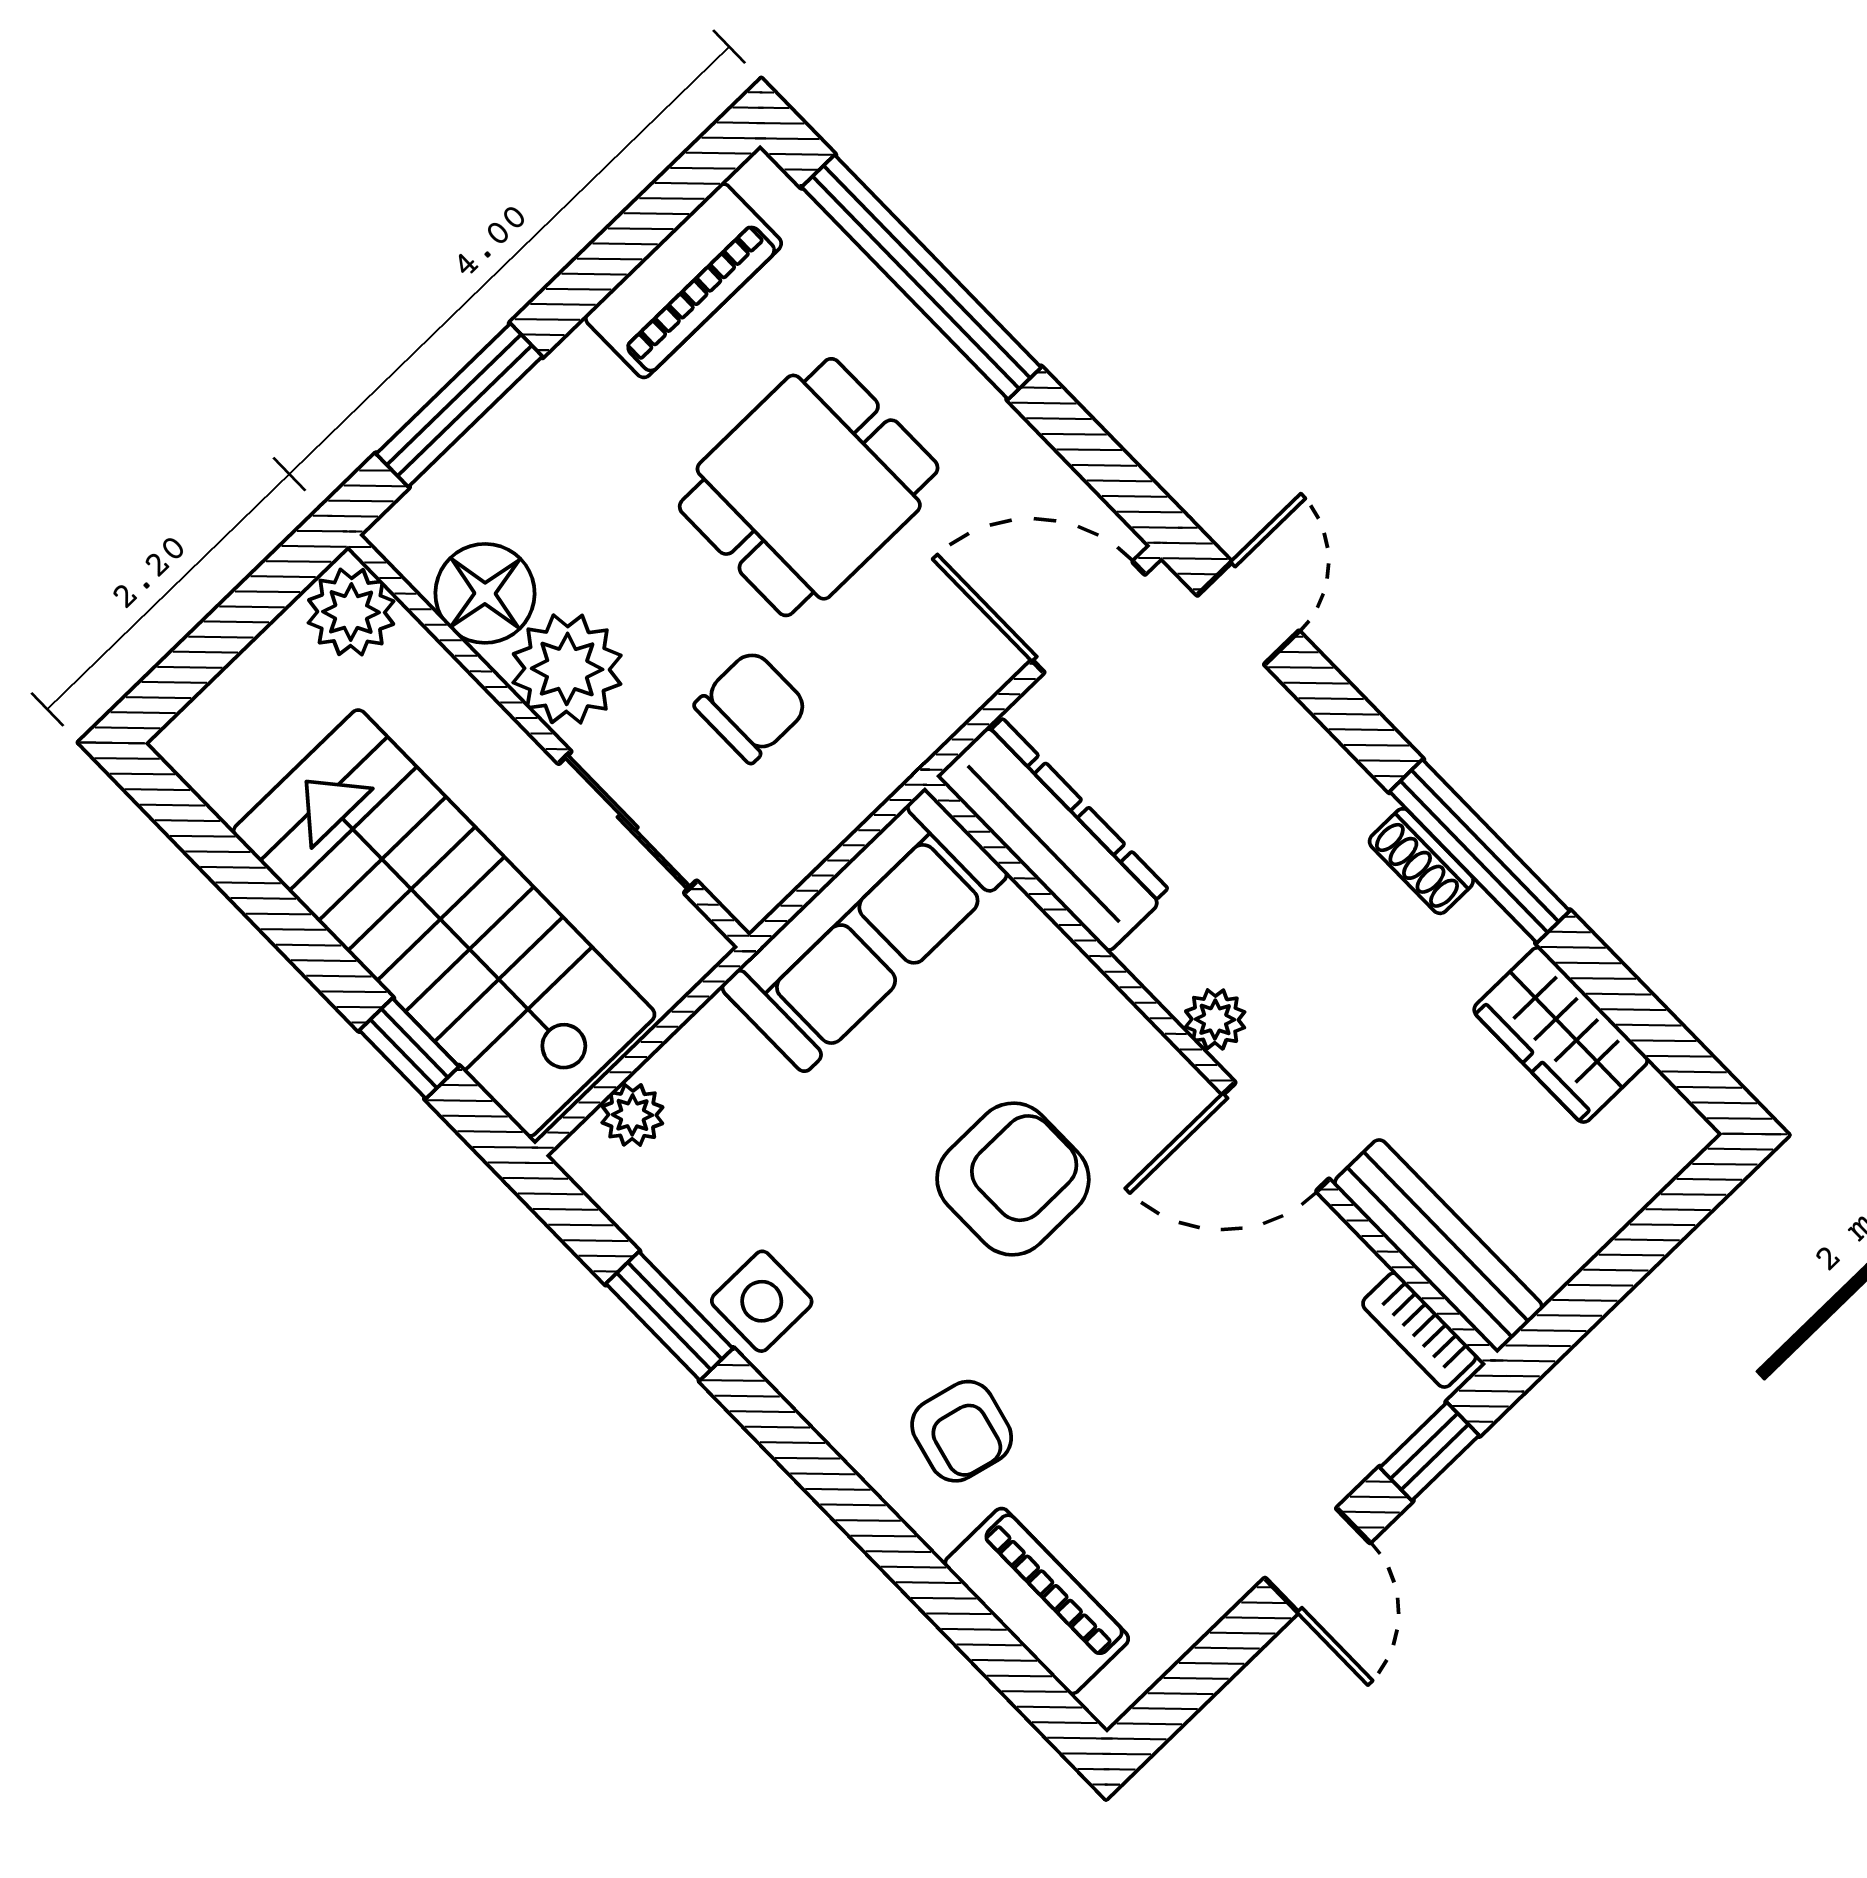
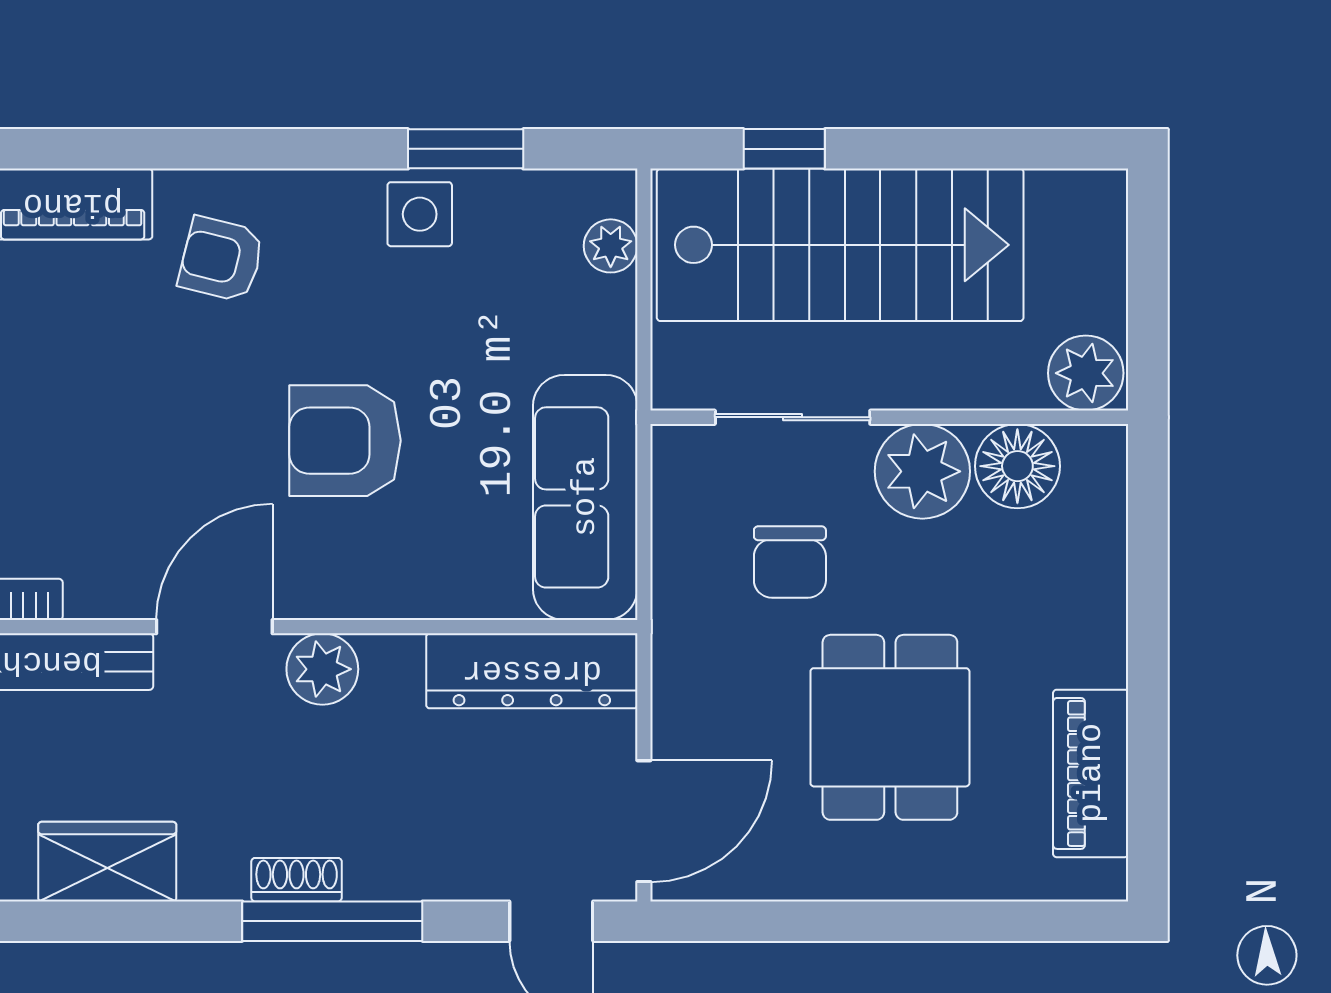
window: (921, 277) -> (951, 921), removed
window: (459, 405) -> (1148, 562), removed
window: (1480, 851) -> (332, 921), moved
plant: (1215, 1019) -> (322, 669), width x1.38, depth x1.38
armchair: (1013, 1179) -> (345, 441), turned 90

